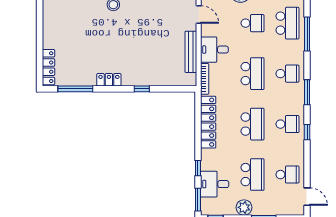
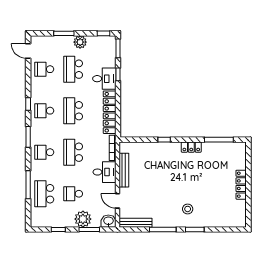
locker: (48, 67) -> (241, 185), moved
desk: (215, 184) -> (104, 79), moved

